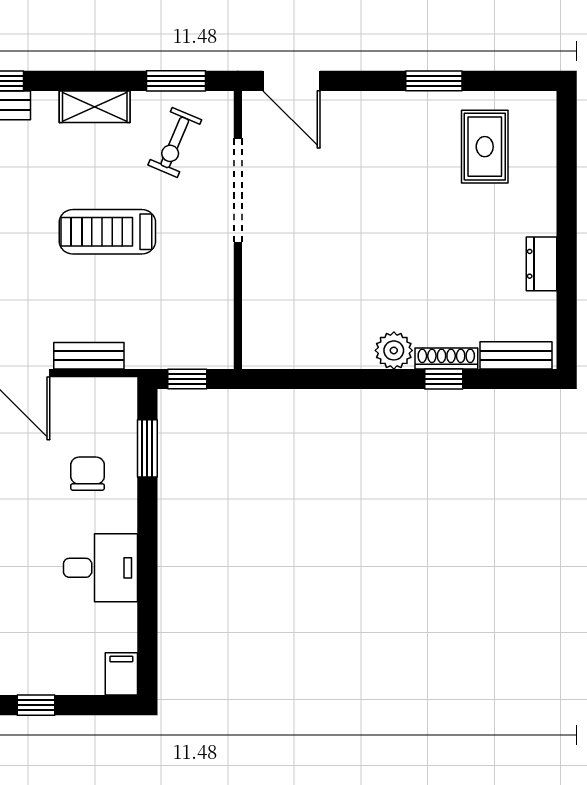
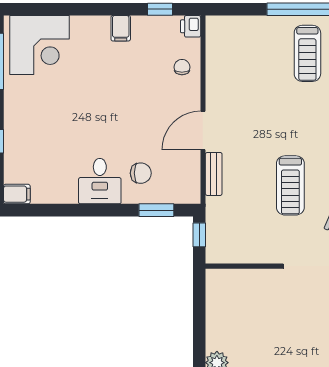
treadmill: (107, 232) -> (290, 185), turned 180
desk: (100, 568) -> (100, 181), moved

